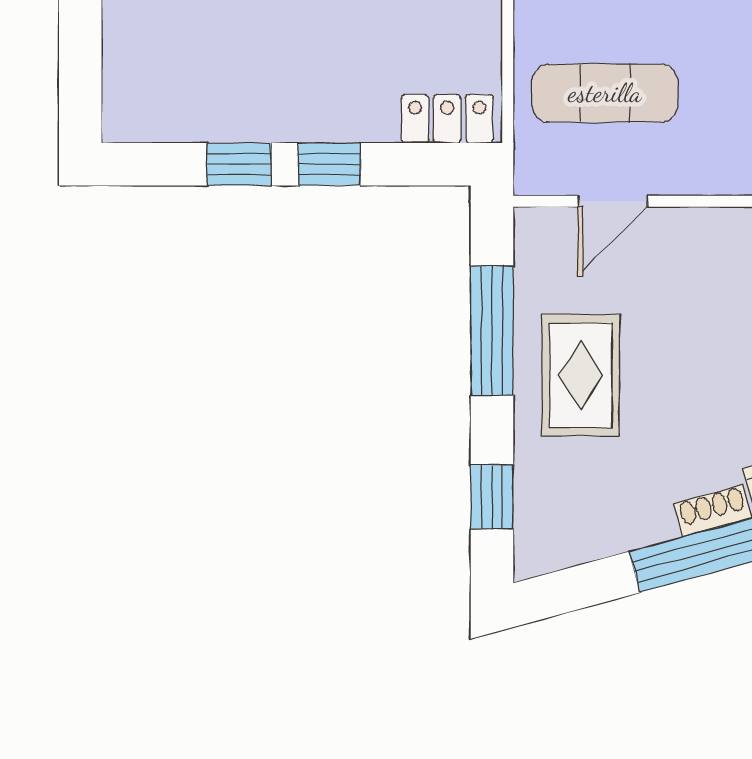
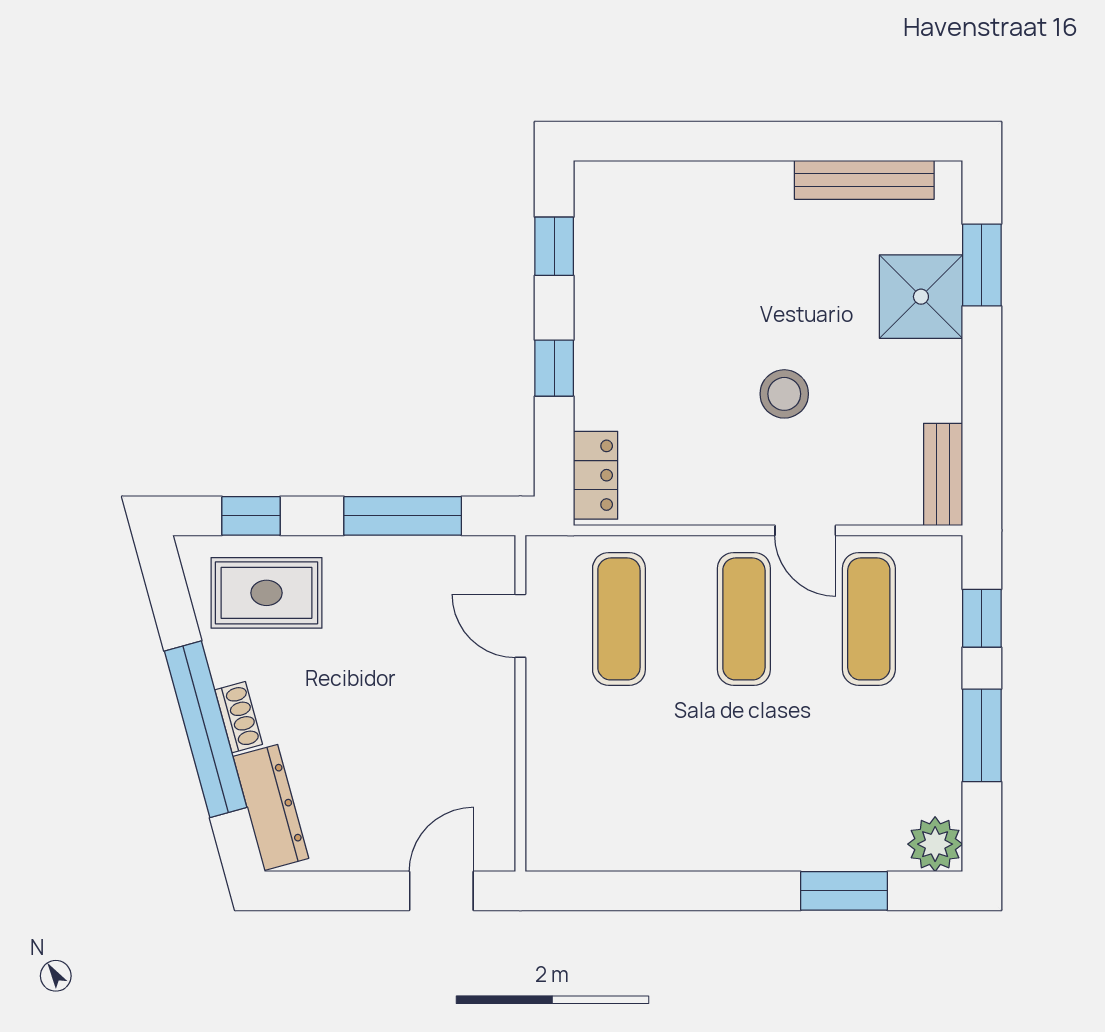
window: (239, 164) -> (554, 246), moved
rug: (581, 375) -> (267, 593), moved

